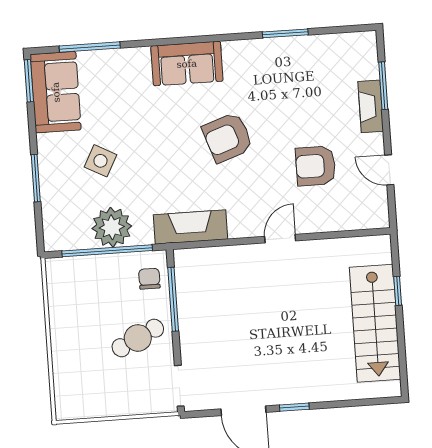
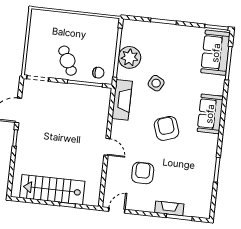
sofa: (56, 92) -> (216, 53), moved, turned 90
side table: (100, 161) -> (156, 83), moved
door: (389, 170) -> (117, 210), moved

